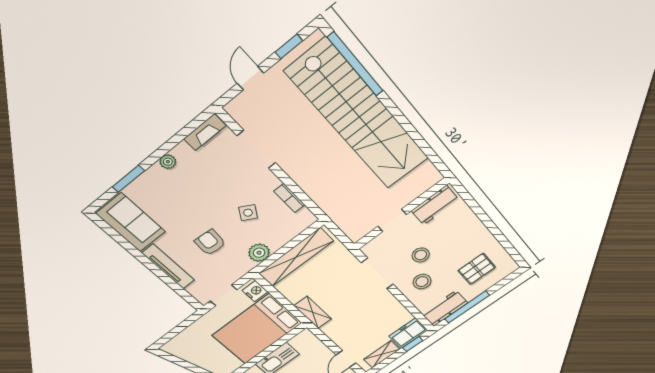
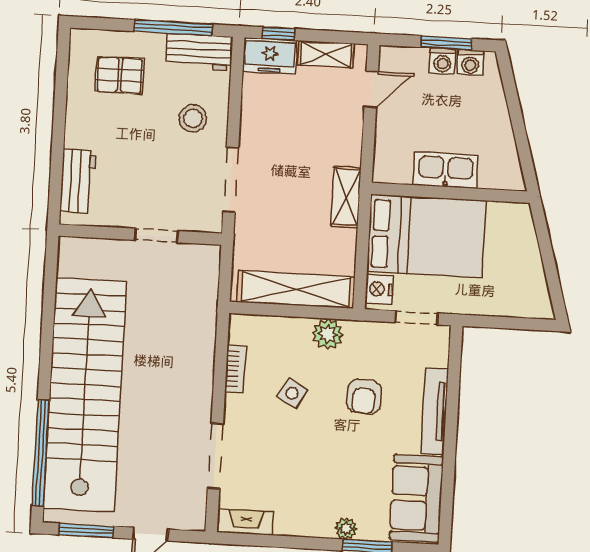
window: (289, 46) -> (86, 531), width x1.50
plant: (168, 162) -> (346, 529), moved
workbench: (435, 205) -> (78, 181), moved, turned 90
stool: (421, 255) -> (164, 158), removed

